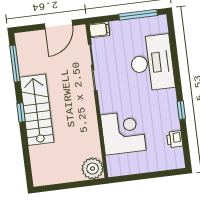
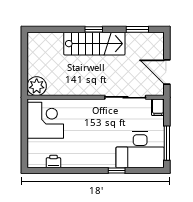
desk: (152, 63) -> (140, 150), moved
window: (15, 64) -> (137, 29), width x0.69
window: (181, 110) -> (117, 171), moved
corner desk: (123, 133) -> (45, 120), moved, turned -90

